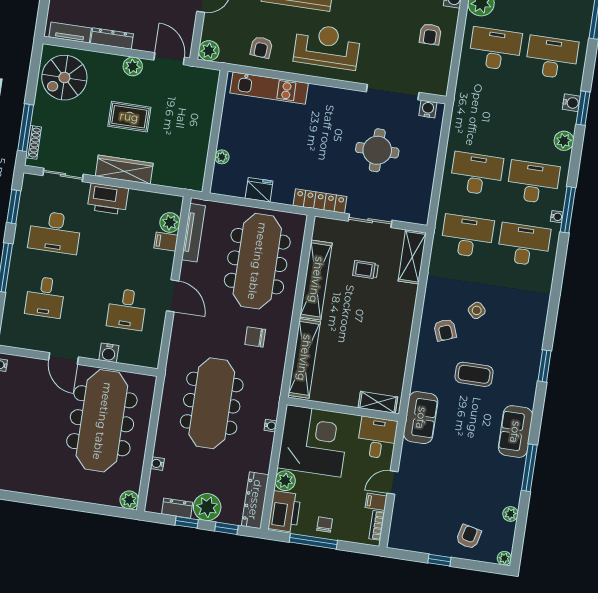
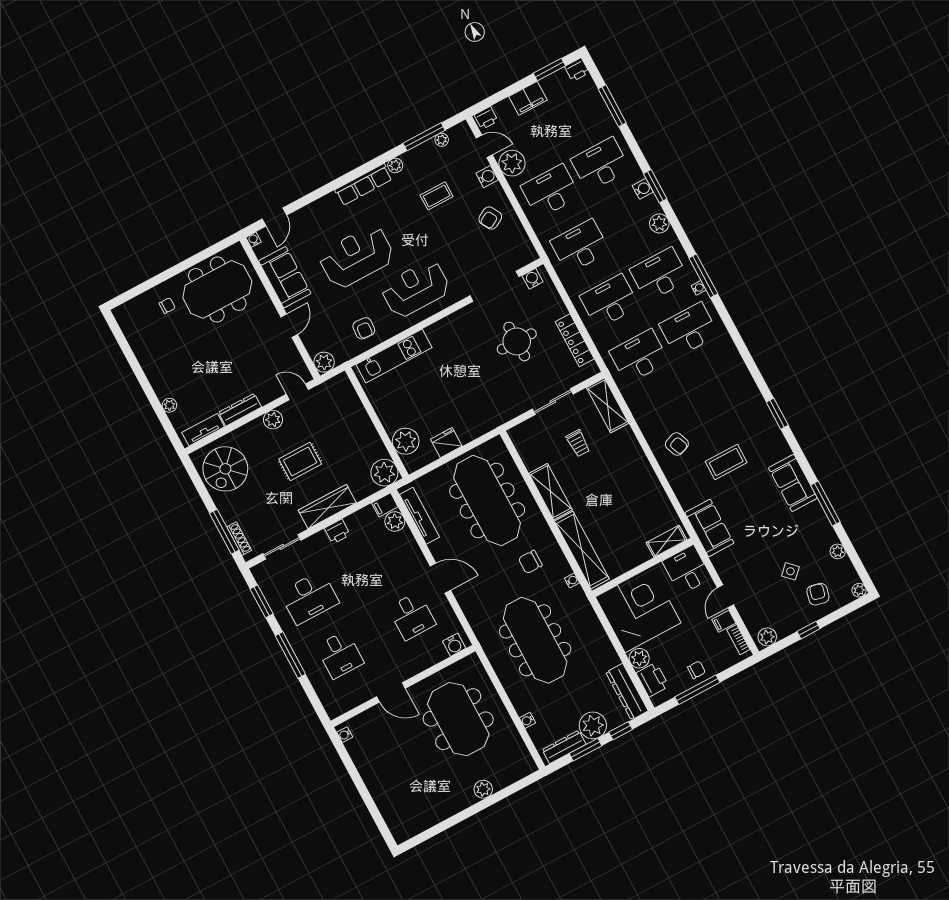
armchair: (430, 34) -> (490, 218), turned 61
door: (169, 59) -> (297, 392), width x0.73
desk: (486, 111) -> (580, 246), added
plant: (222, 157) -> (406, 441), width x1.88, depth x1.88
plant: (191, 177) -> (384, 473), added
printer: (108, 199) -> (337, 531), width x0.53, depth x0.68
locker: (320, 201) -> (575, 340), moved, turned -90
filing cabinet: (166, 242) -> (385, 505), moved
trolley: (366, 270) -> (578, 443), turned -90
shelving: (316, 280) -> (551, 492), width x0.68
side table: (477, 310) -> (790, 571), moved
water cooler: (109, 353) -> (454, 645), moved
meeting table: (102, 421) -> (458, 719), width x0.73
water cooler: (270, 426) -> (572, 580), moved
plant: (129, 500) -> (483, 789), moved
dresser: (177, 508) -> (564, 747), width x1.44
printer: (285, 512) -> (653, 680), width x0.73, depth x0.84
window: (187, 522) -> (586, 750), width x1.50
chair: (325, 525) -> (696, 670), turned 90
plant: (402, 541) -> (767, 637), added

